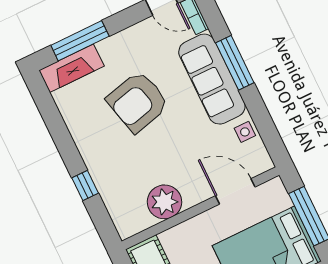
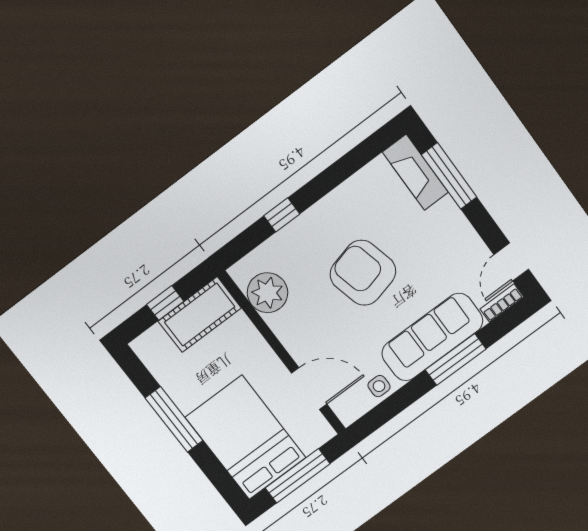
armchair: (138, 102) -> (363, 273), moved
door: (235, 191) -> (309, 389), hinge flipped
plant: (164, 202) -> (267, 293), moved

